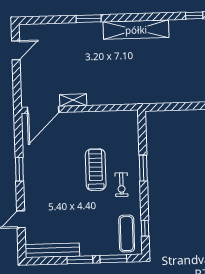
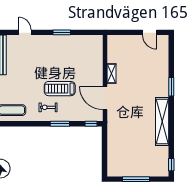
door: (43, 110) -> (105, 98), moved
treadmill: (96, 170) -> (60, 89), turned 180
window: (145, 228) -> (91, 124), moved

